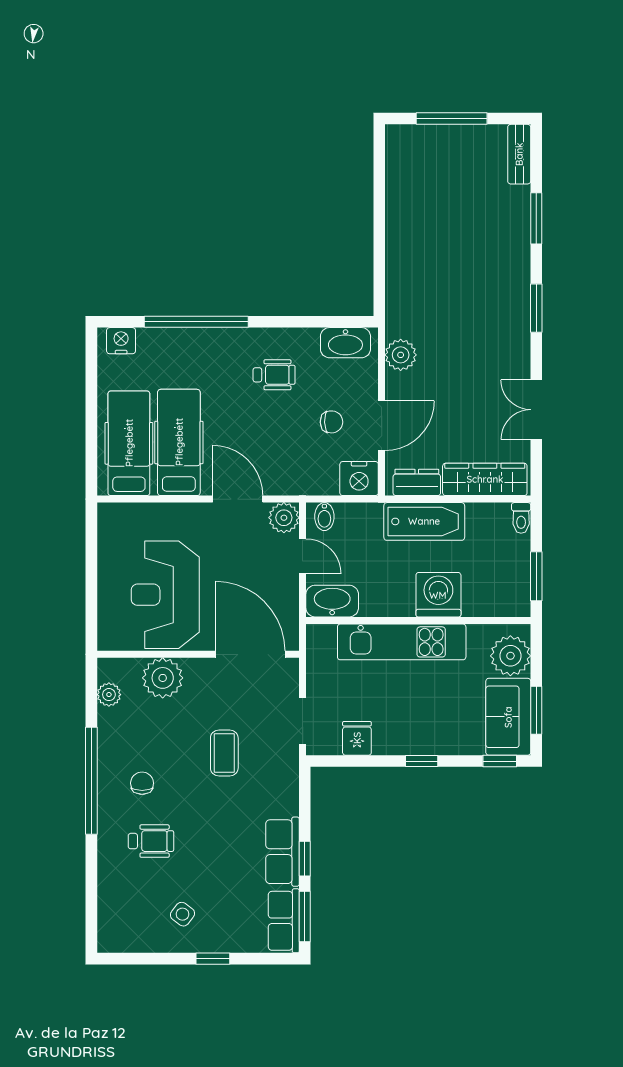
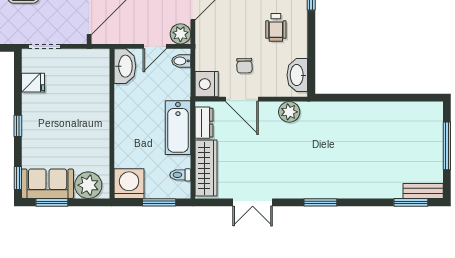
window: (536, 218) -> (411, 202), moved
double door: (536, 410) -> (253, 202), swing flipped
toilet: (521, 518) -> (180, 175), moved
window: (536, 576) -> (159, 202), moved
washing machine: (438, 595) -> (129, 184), moved, turned -90
kitchen unit: (402, 642) -> (98, 113), removed

